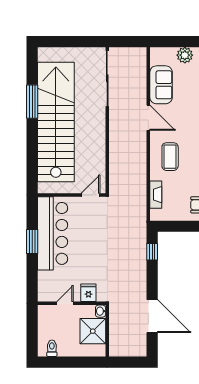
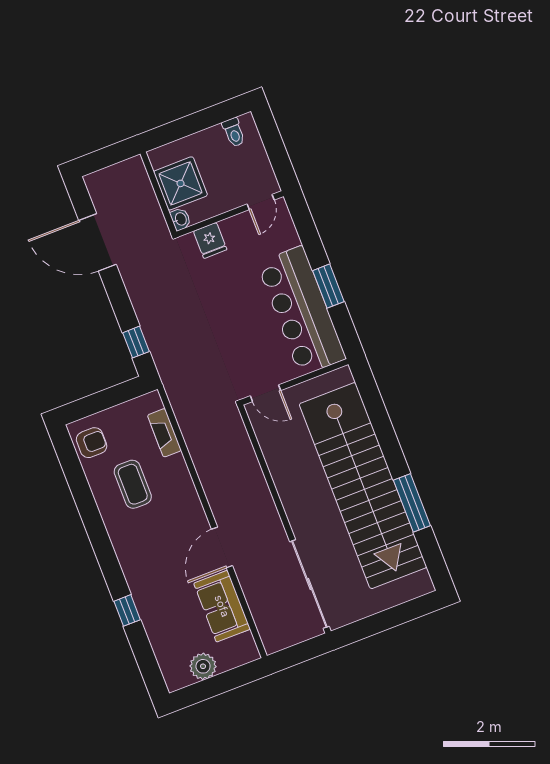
door: (148, 118) -> (222, 547), hinge flipped
coffee table: (170, 157) -> (133, 484), moved
door: (91, 195) -> (265, 393), hinge flipped
door: (65, 303) -> (261, 202), moved

